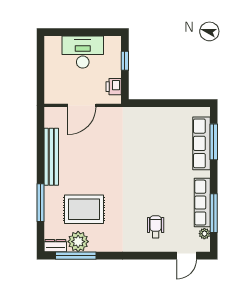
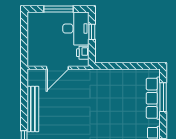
window: (83, 32) -> (58, 9), added
desk: (83, 52) -> (76, 29), moved, turned 90

